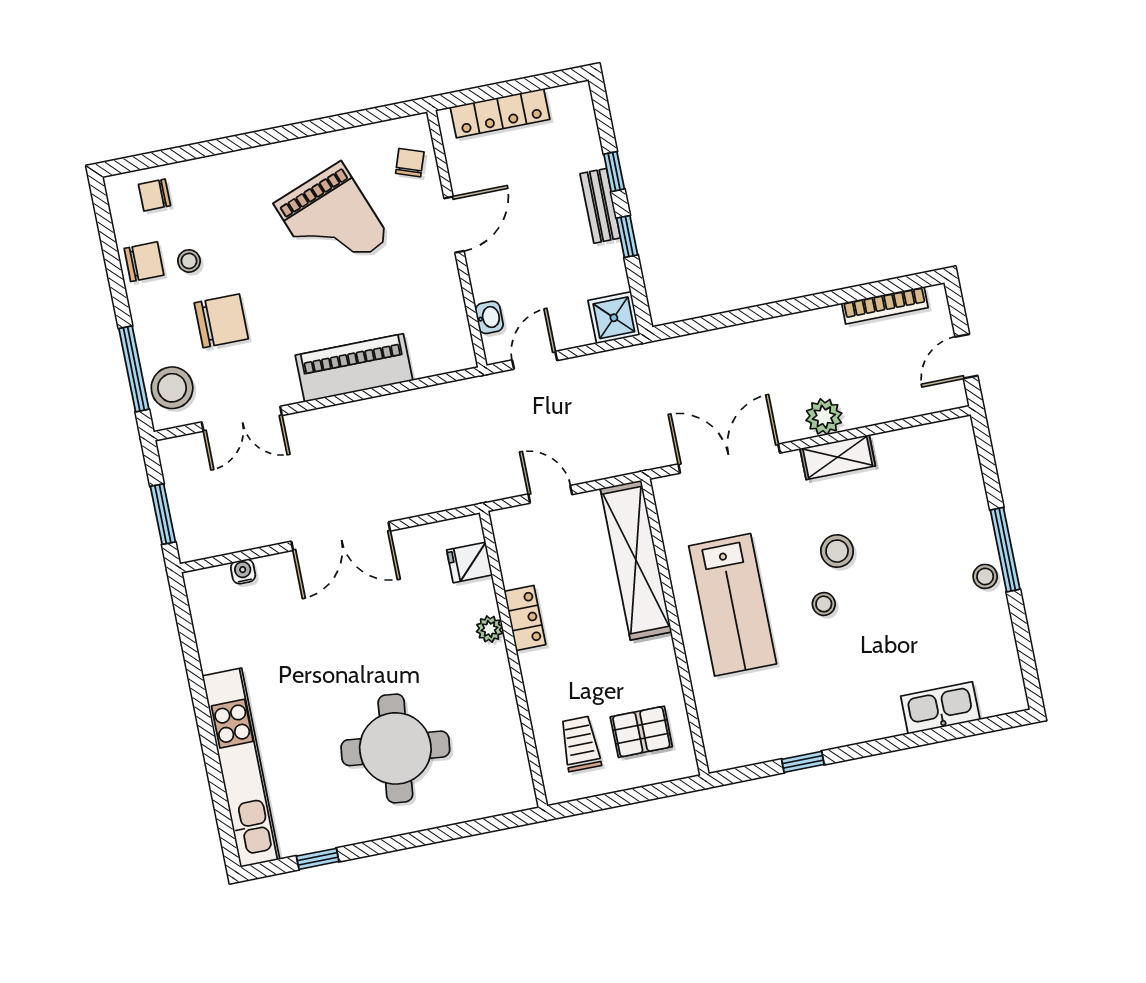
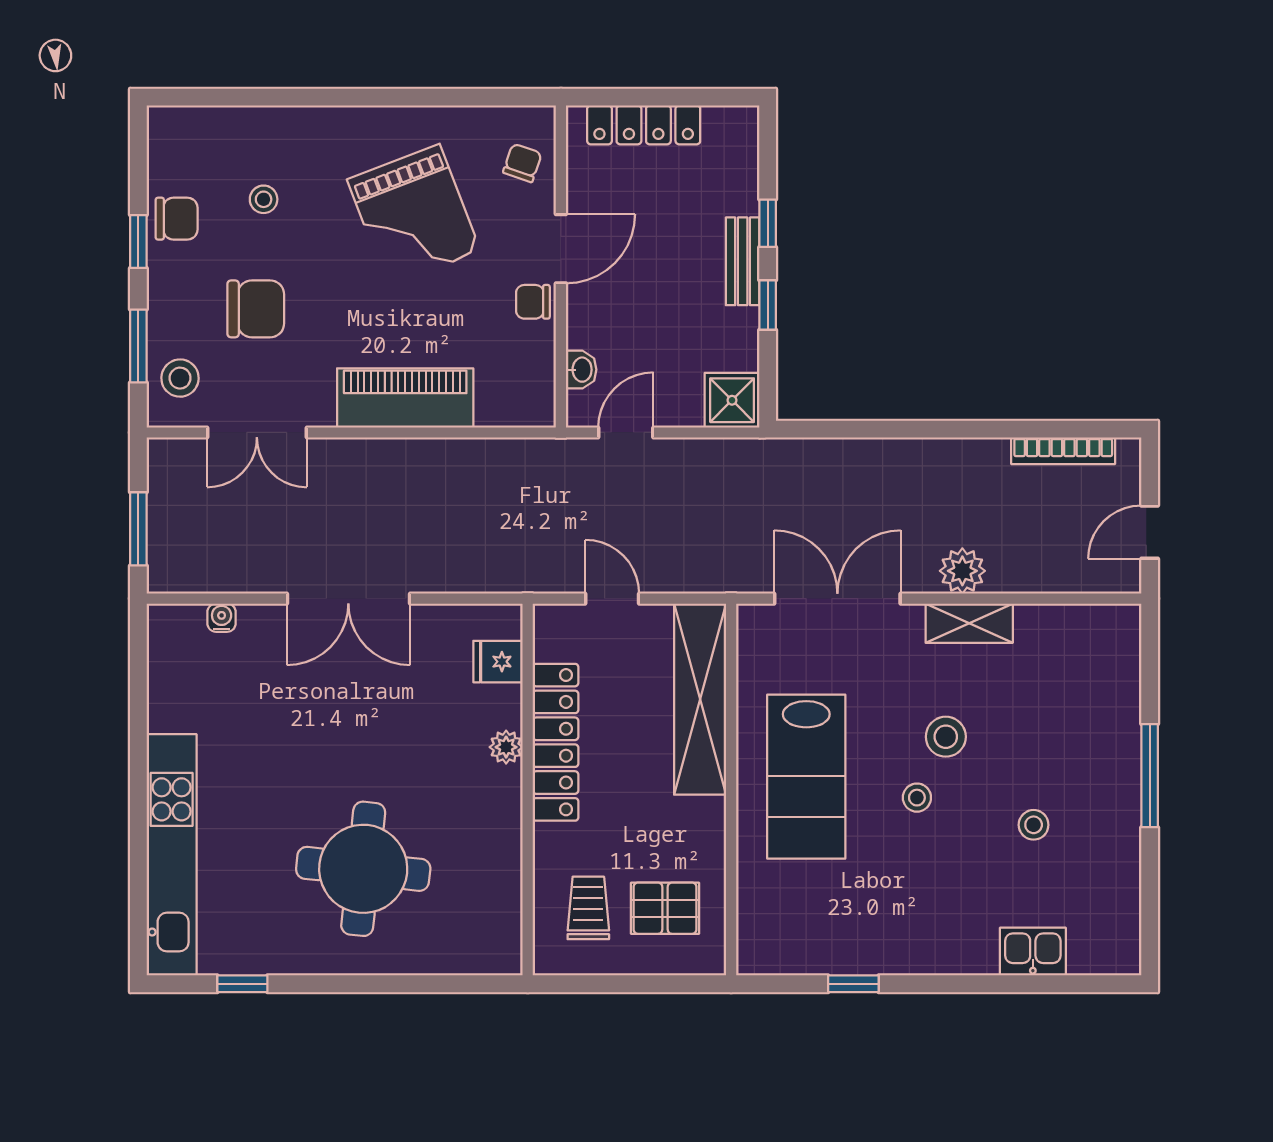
chair: (155, 195) -> (533, 302), moved
stool: (189, 261) -> (264, 199), moved
window: (117, 286) -> (138, 241), added
window: (134, 369) -> (138, 346), width x0.69
stool: (172, 388) -> (180, 378), width x0.73, depth x0.73
stool: (985, 576) -> (1034, 825), moved
locker: (525, 618) -> (556, 742), width x2.16, depth x1.21
kitchen sink: (940, 708) -> (1033, 952), width x0.73

